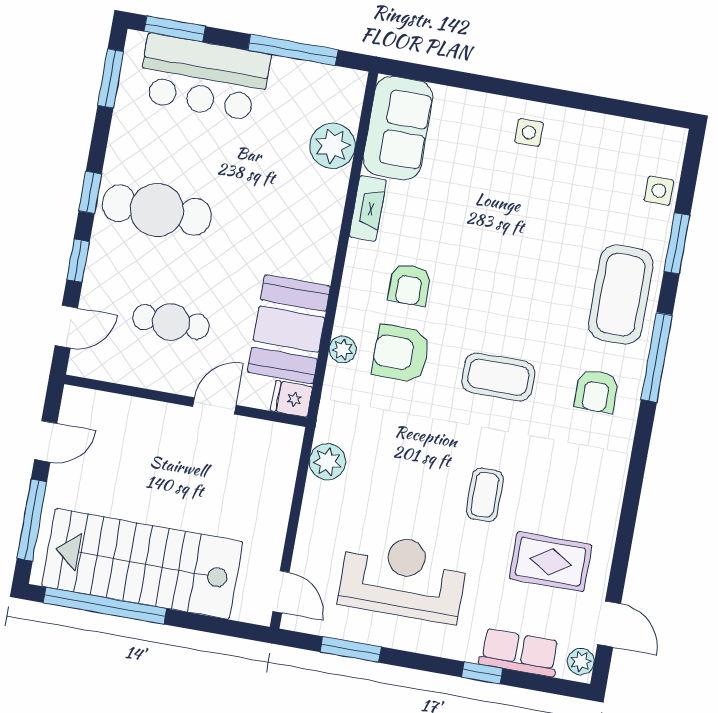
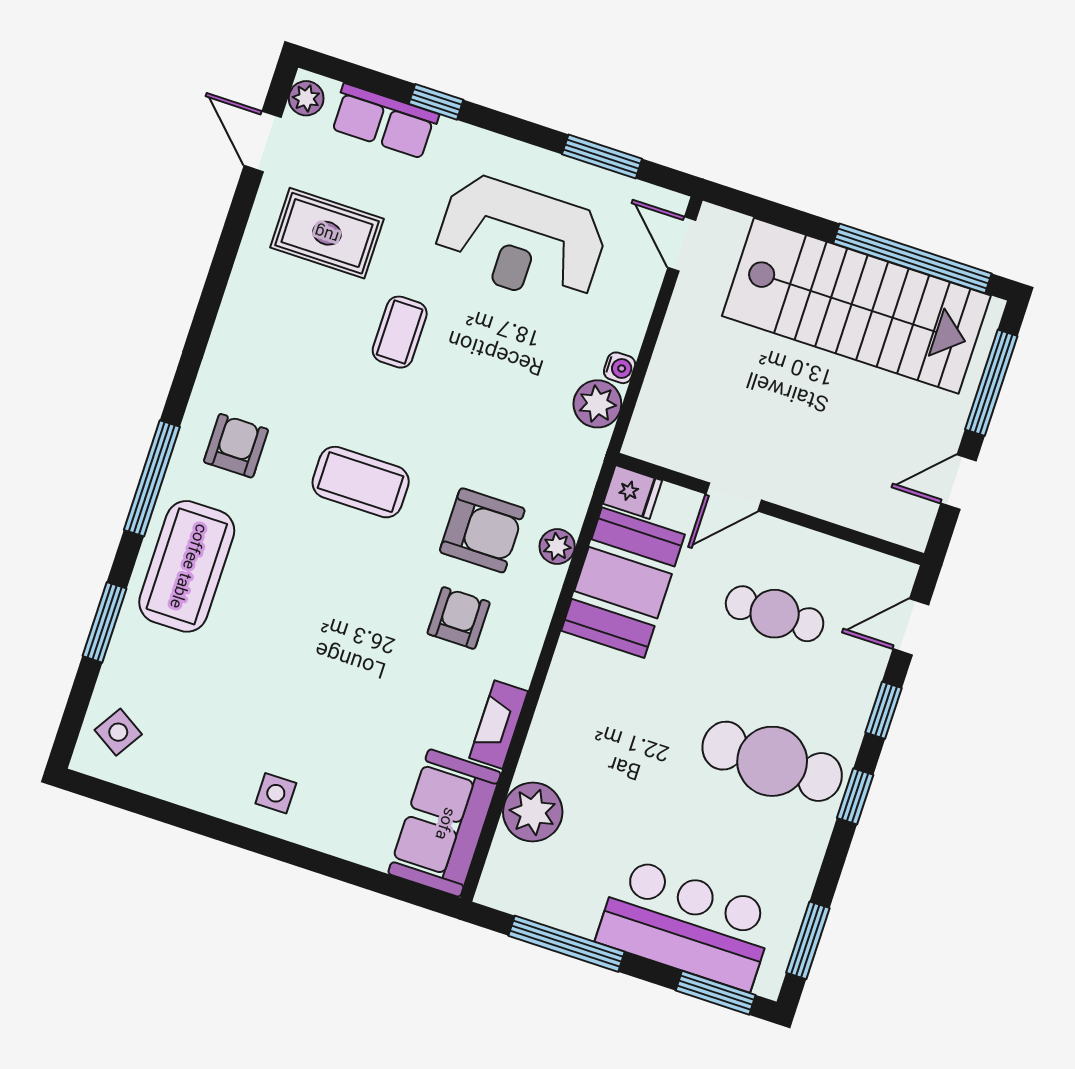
side table: (659, 191) -> (118, 732), moved, turned 32
water cooler: (315, 491) -> (620, 368), added

